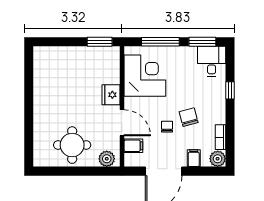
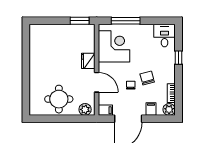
window: (202, 42) -> (157, 21), removed
filing cabinet: (133, 146) -> (105, 110), moved

